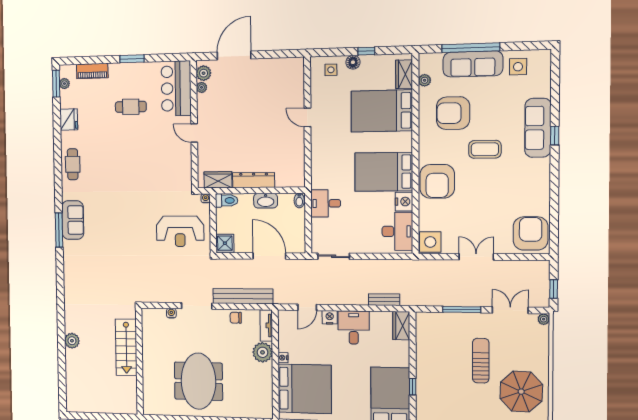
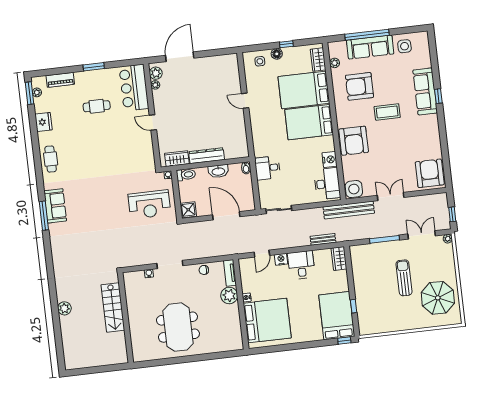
bed: (384, 172) -> (309, 122), moved
bench: (243, 296) -> (349, 210), moved

